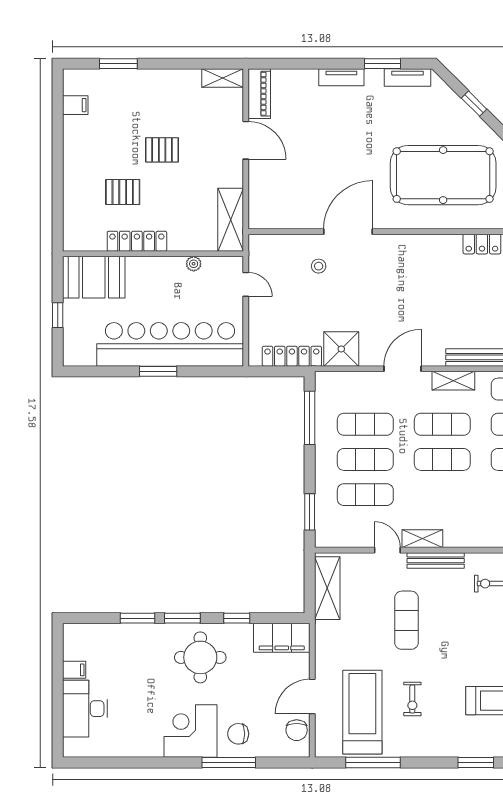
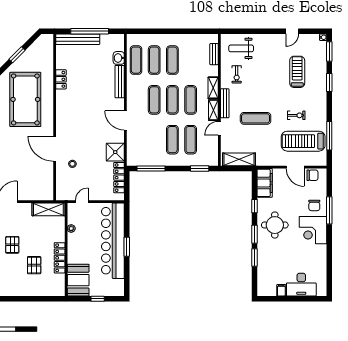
shelving: (453, 381) -> (213, 88), moved
exercise mat: (365, 424) -> (191, 100), moved

